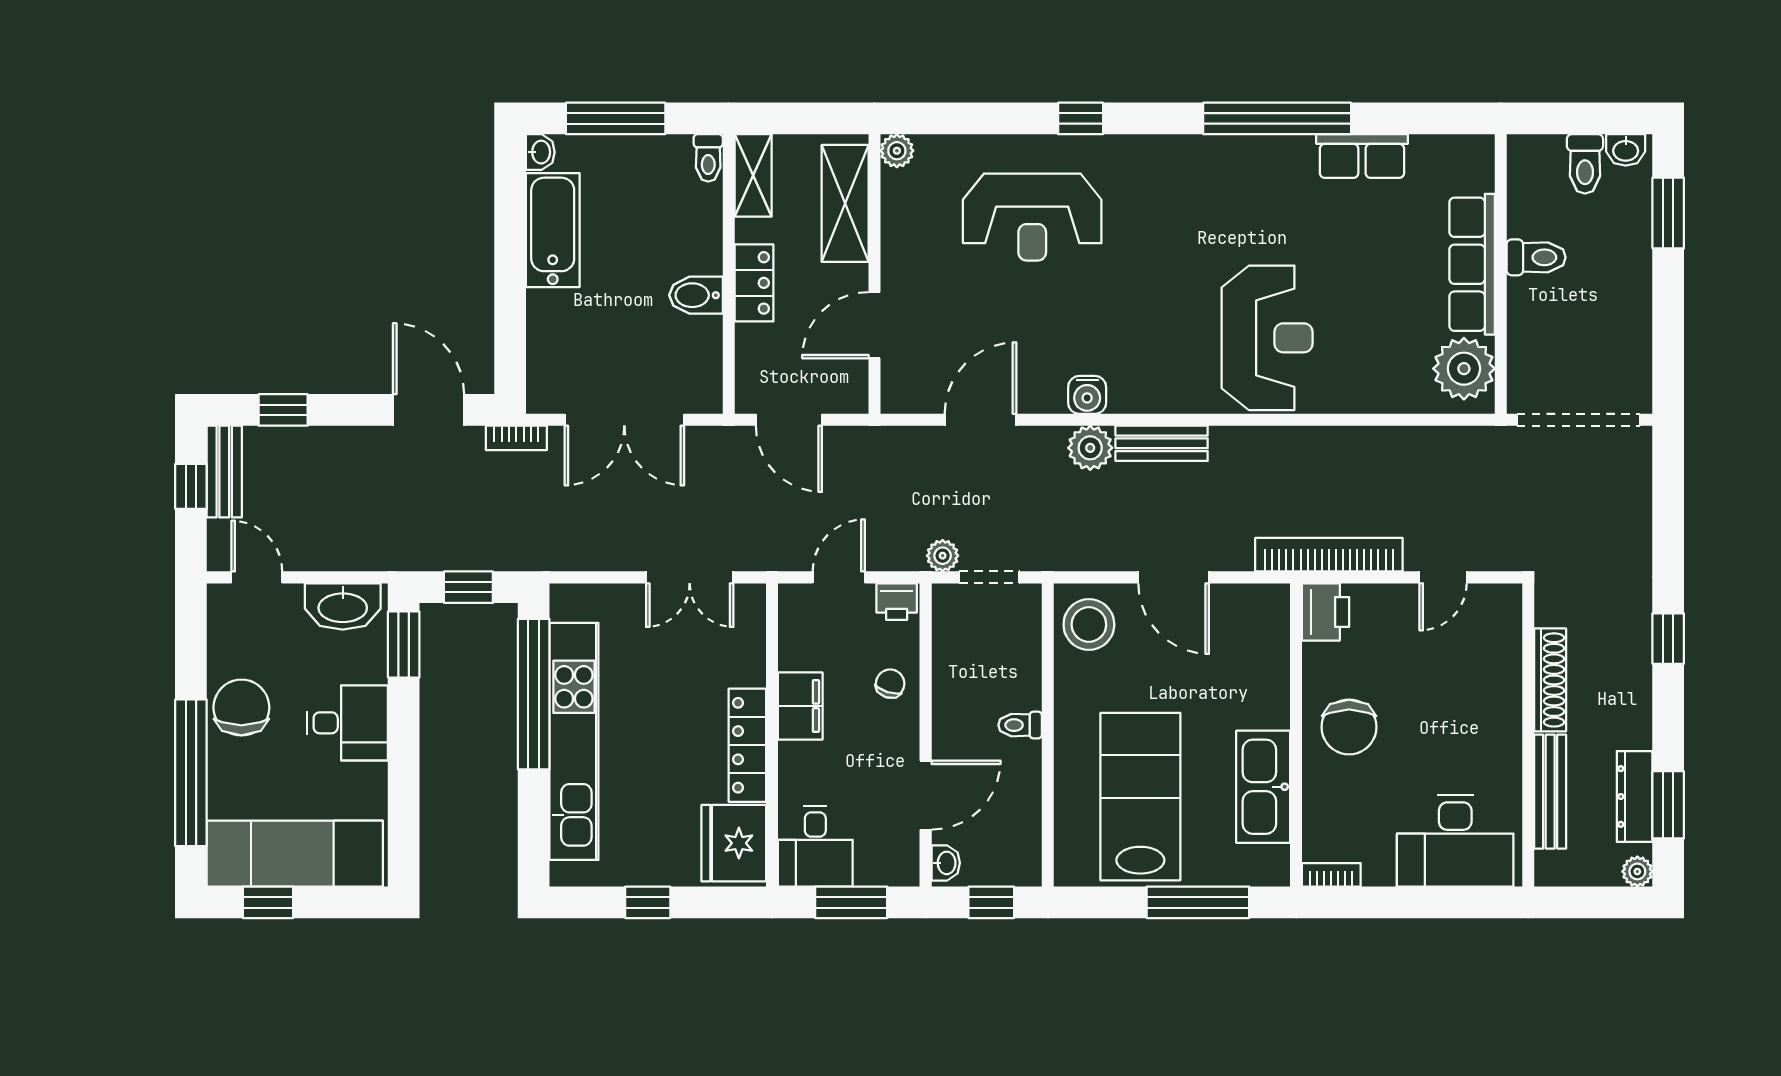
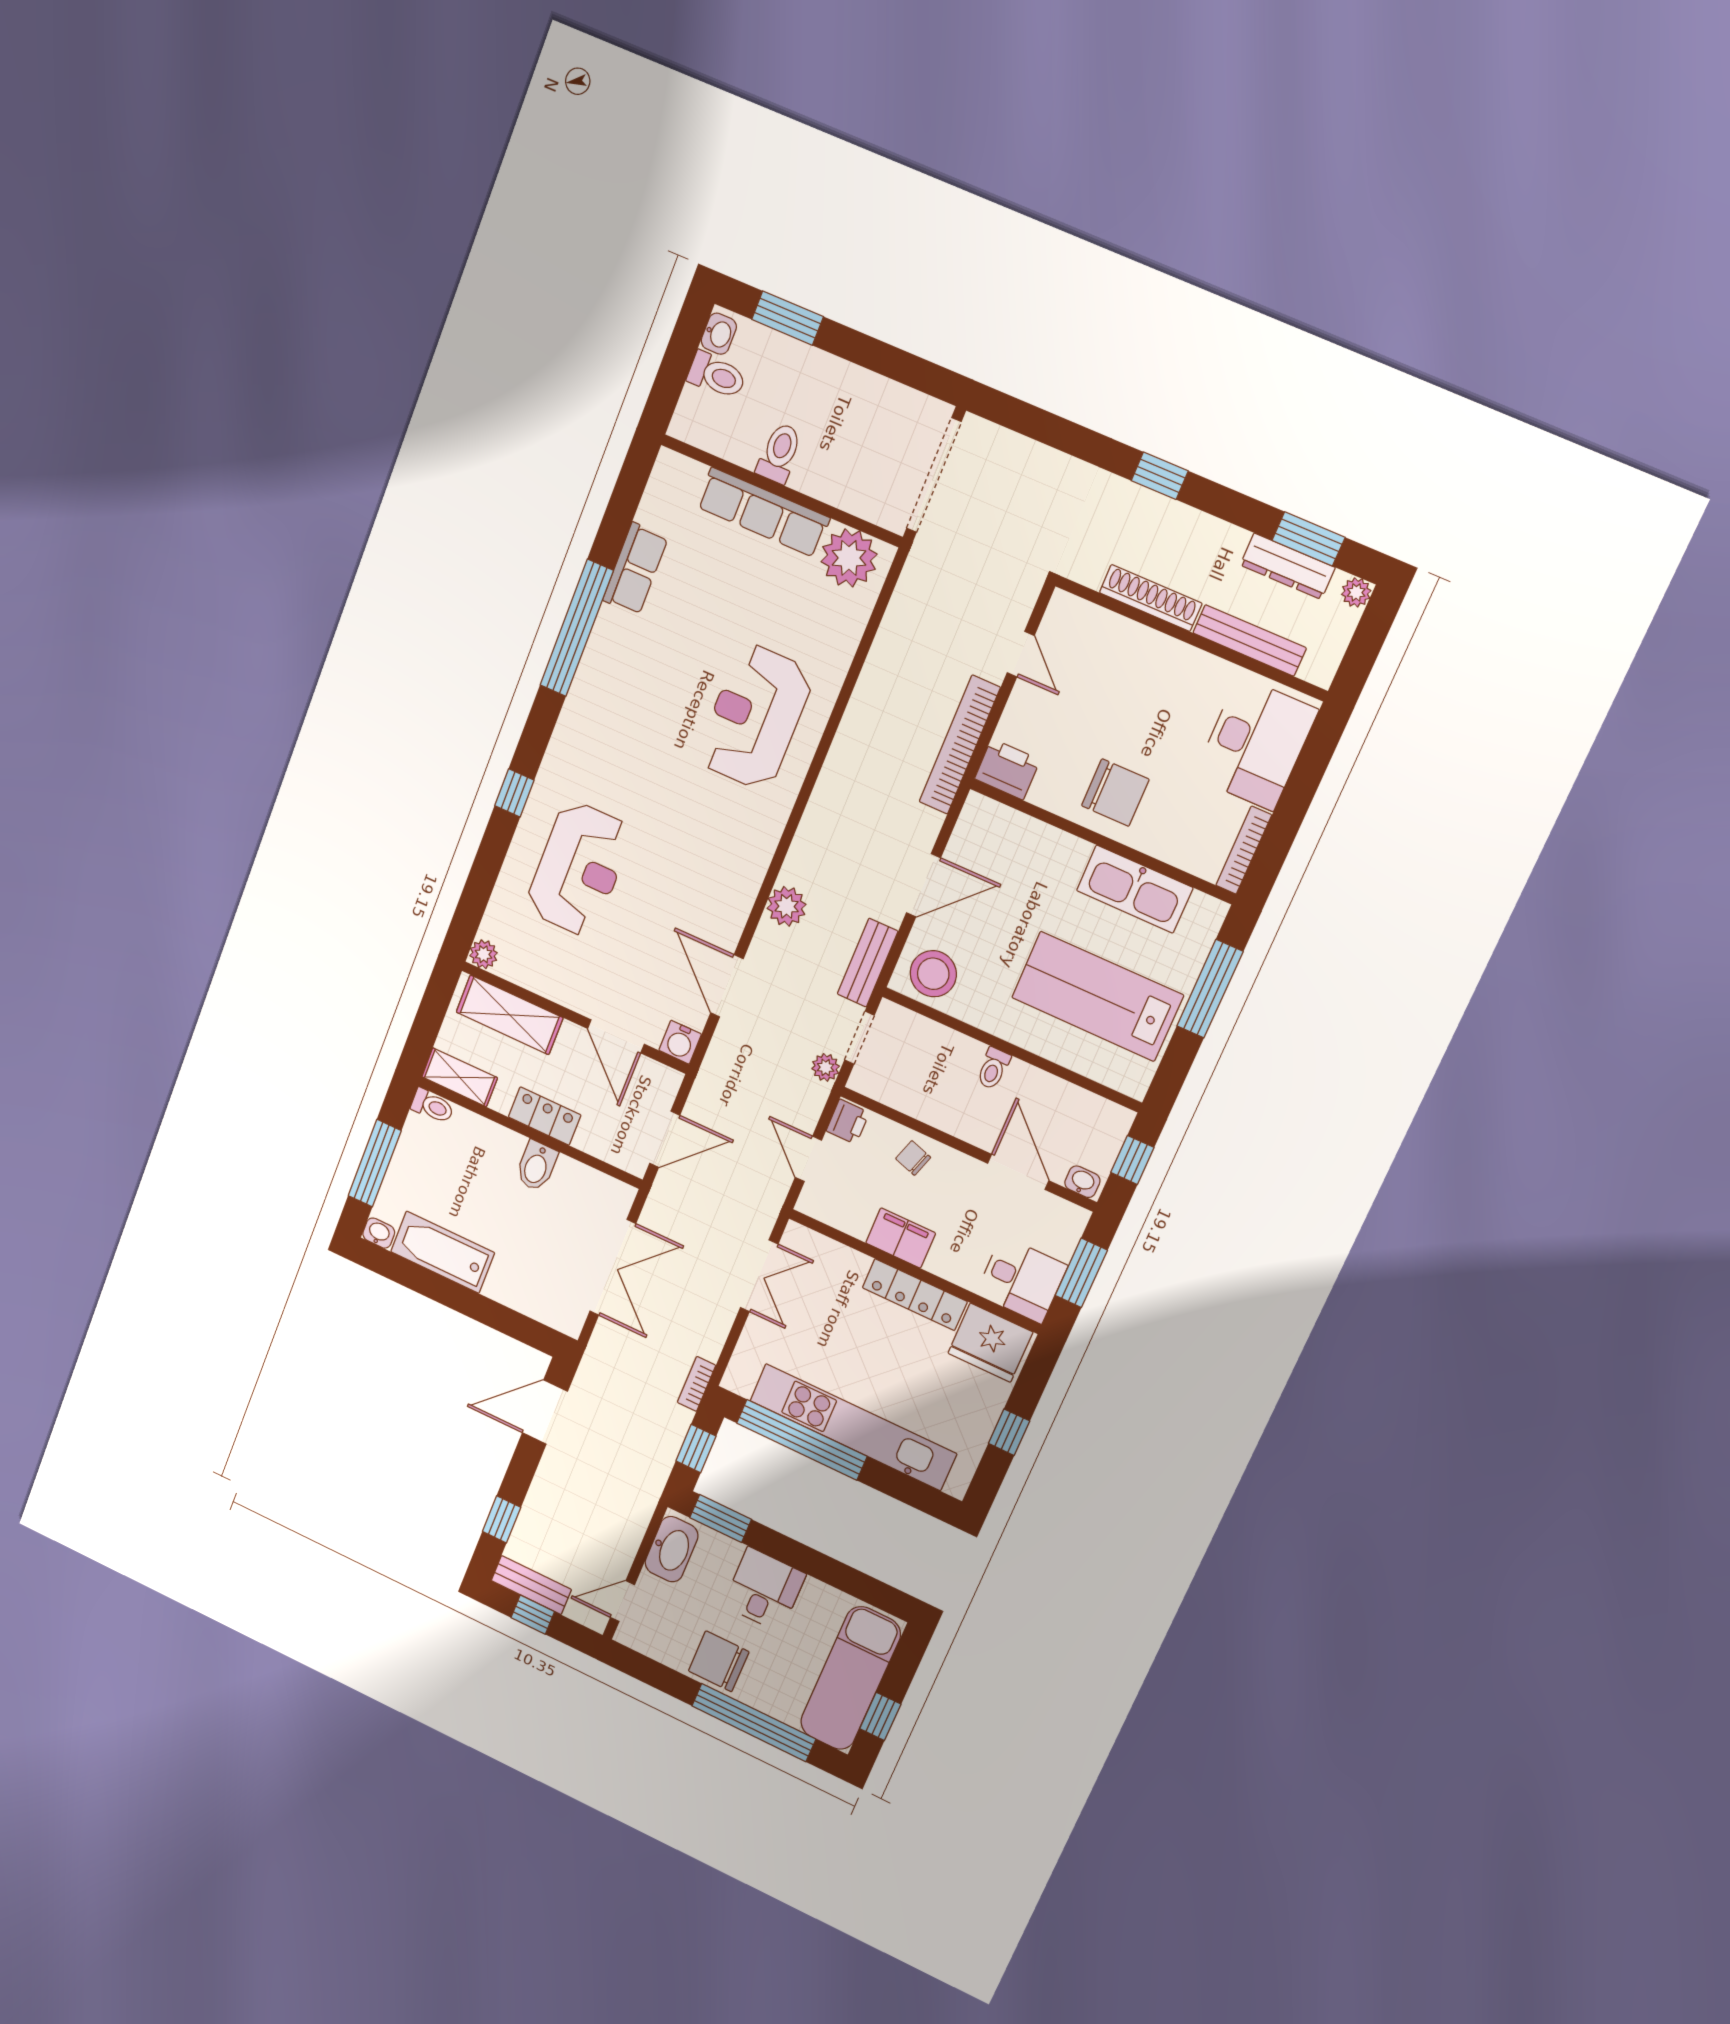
reception desk: (1267, 338) -> (755, 717), turned -90
water cooler: (1087, 395) -> (680, 1042), moved, turned 90
bookcase: (516, 438) -> (697, 1384), moved, turned 180
bench: (1162, 443) -> (868, 963), moved
bookcase: (1331, 875) -> (1244, 850), width x1.56

